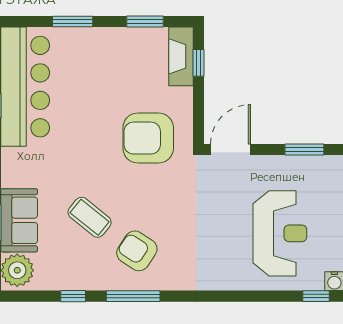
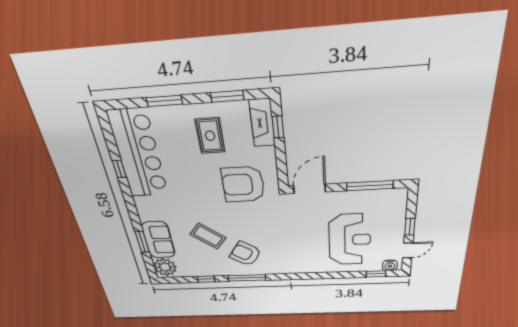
rug: (118, 68) -> (210, 136), added
window: (304, 149) -> (370, 186), width x1.44

